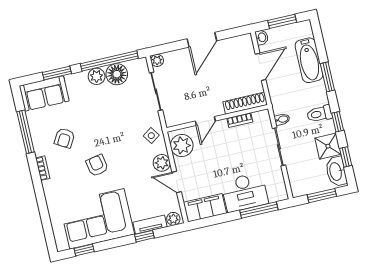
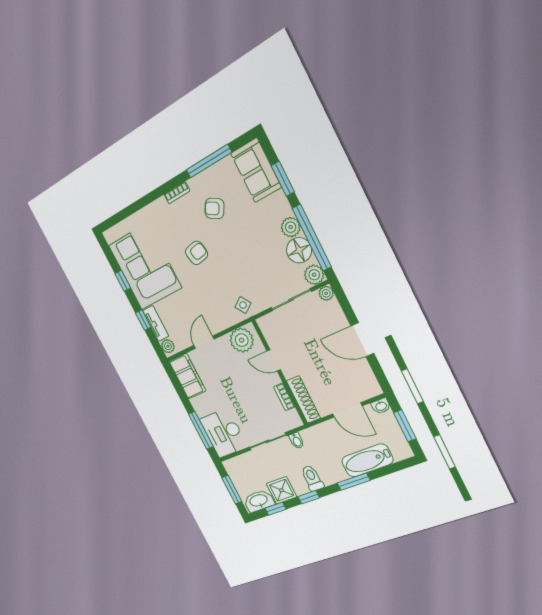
plant: (162, 163) -> (314, 275), moved
desk: (245, 192) -> (224, 433), moved
window: (84, 250) -> (123, 281), moved

